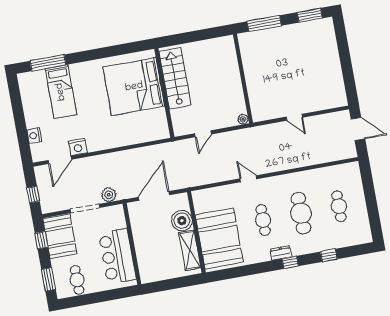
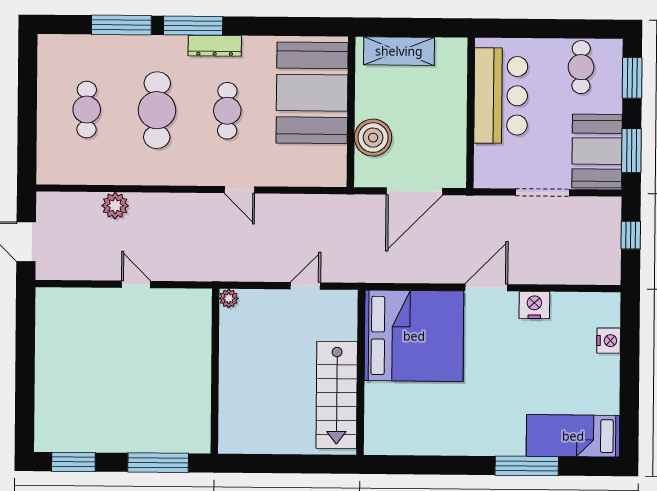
window: (48, 63) -> (527, 466), moved
bed: (134, 87) -> (414, 336), moved
bed: (61, 92) -> (573, 436), moved, turned -90
door: (60, 160) -> (486, 287), moved
plant: (109, 195) -> (115, 206), moved
window: (41, 240) -> (631, 150), width x1.50
shelving: (190, 250) -> (399, 51), moved, turned 90
dresser: (281, 253) -> (215, 46), width x1.44
window: (329, 255) -> (121, 25), width x2.17
window: (290, 262) -> (193, 26), width x2.17

